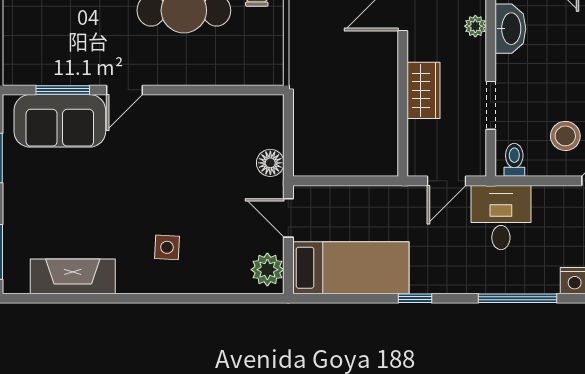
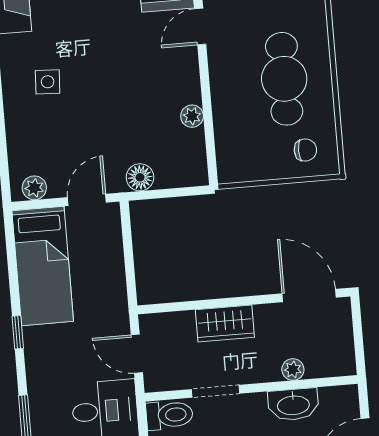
door: (124, 90) -> (200, 26), hinge flipped
plant: (213, 106) -> (192, 116), added
toilet: (514, 160) -> (169, 415), width x1.37, depth x1.39
plant: (267, 270) -> (34, 188), width x0.73, depth x0.73

